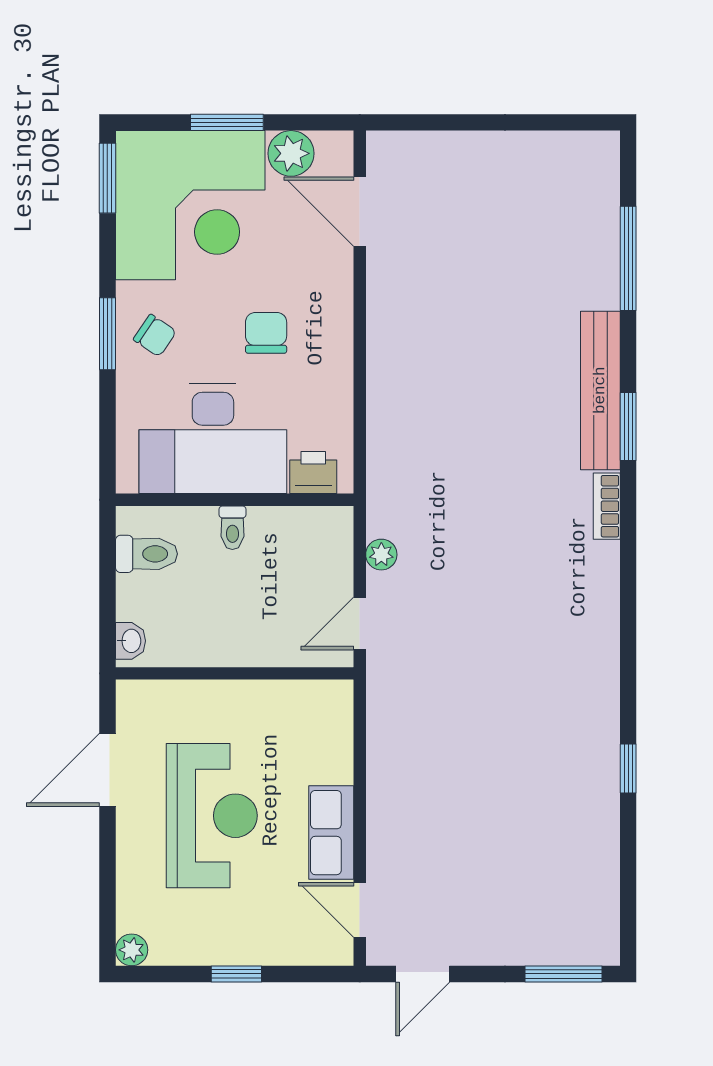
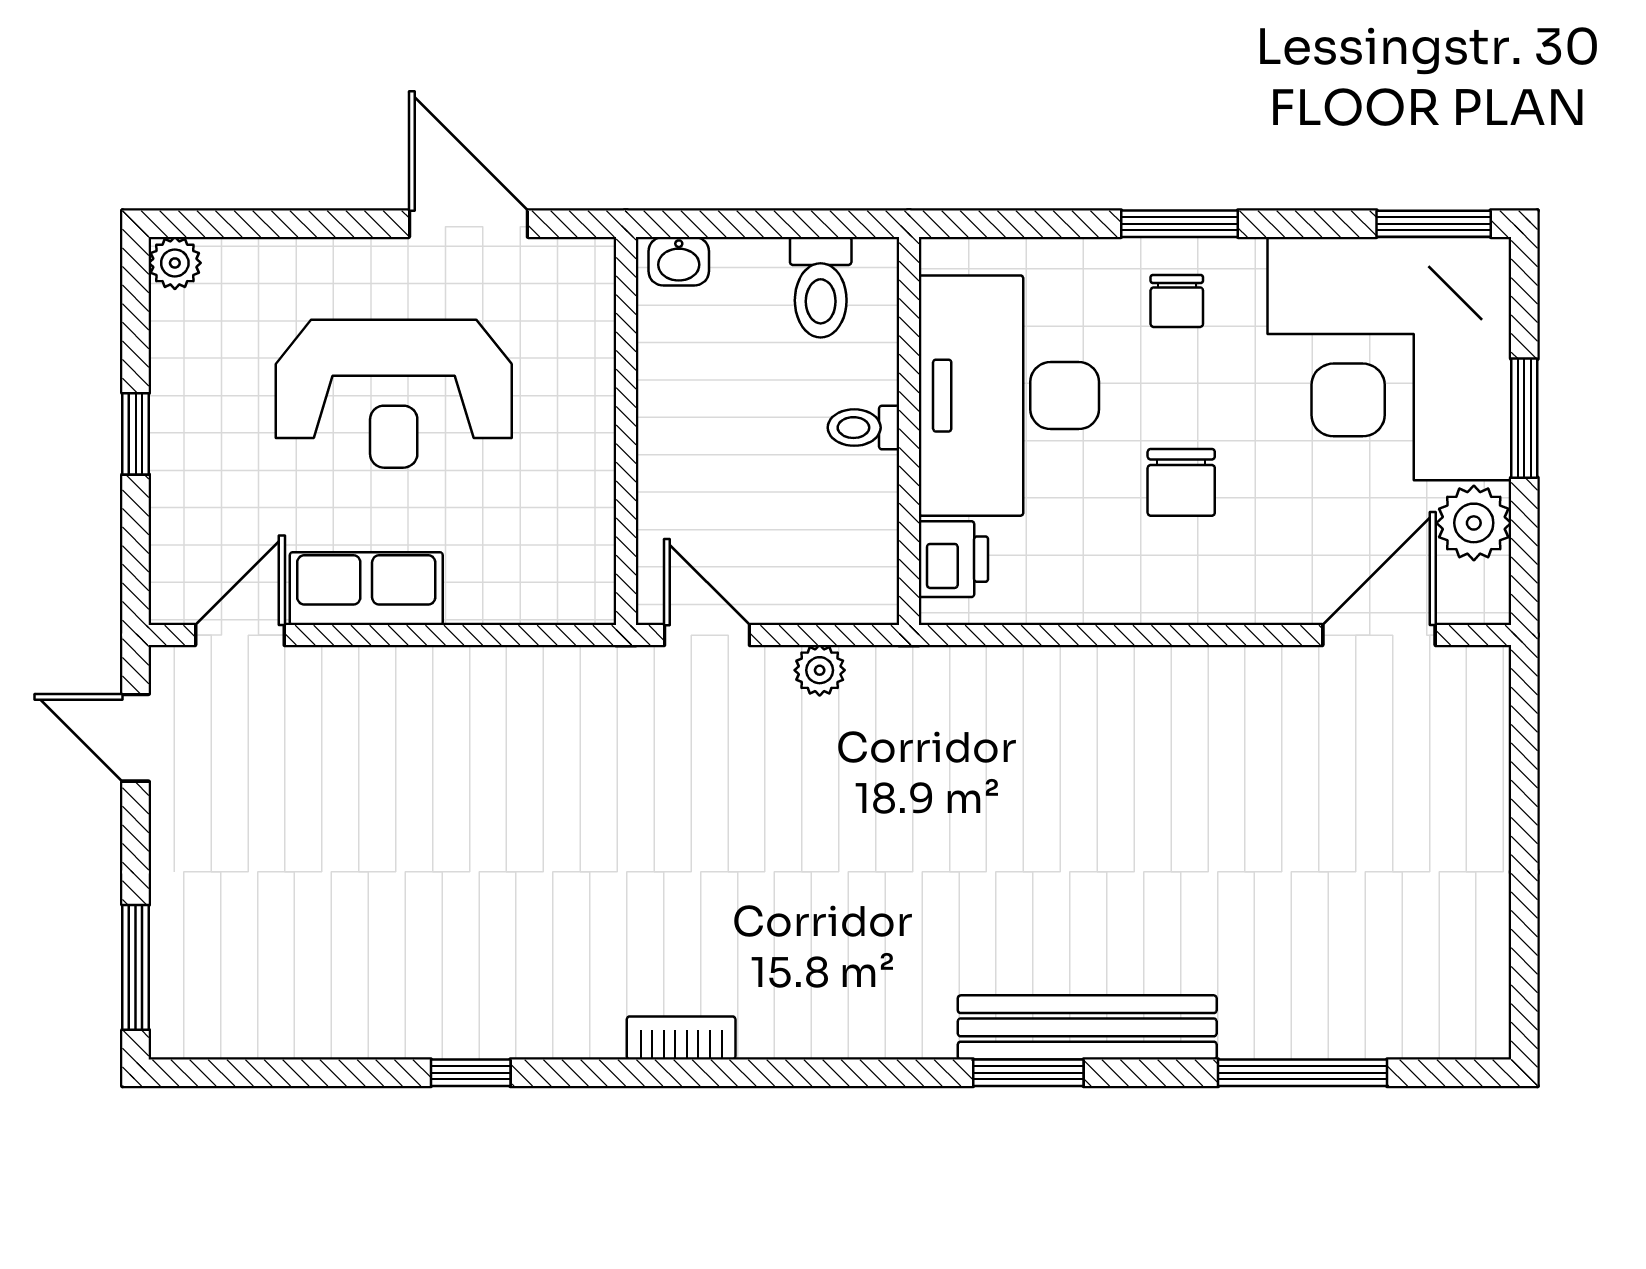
chair: (266, 333) -> (1181, 482), turned 90
chair: (155, 336) -> (1177, 301), turned -34
bookcase: (607, 506) -> (681, 1038), moved

